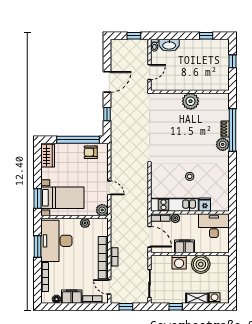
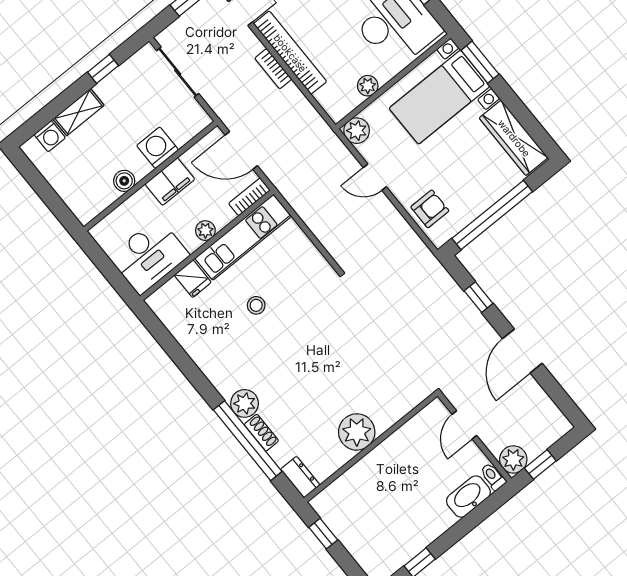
plant: (142, 45) -> (513, 459), added
window: (232, 61) -> (323, 534), moved
dresser: (224, 101) -> (300, 477), added
armchair: (91, 152) -> (430, 209), moved
wardrobe: (48, 156) -> (514, 138), width x1.50
plant: (175, 218) -> (205, 231), moved
boiler: (201, 264) -> (124, 181), width x0.54, depth x0.54

